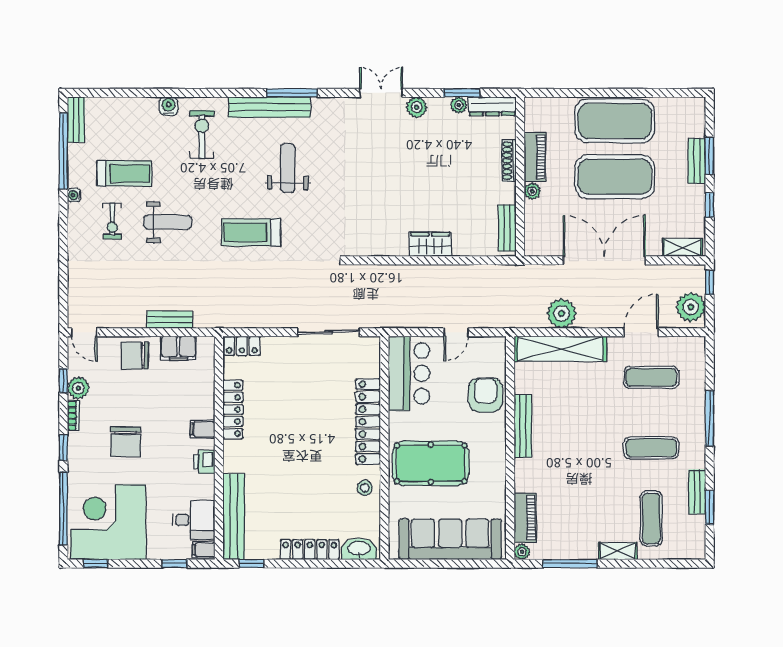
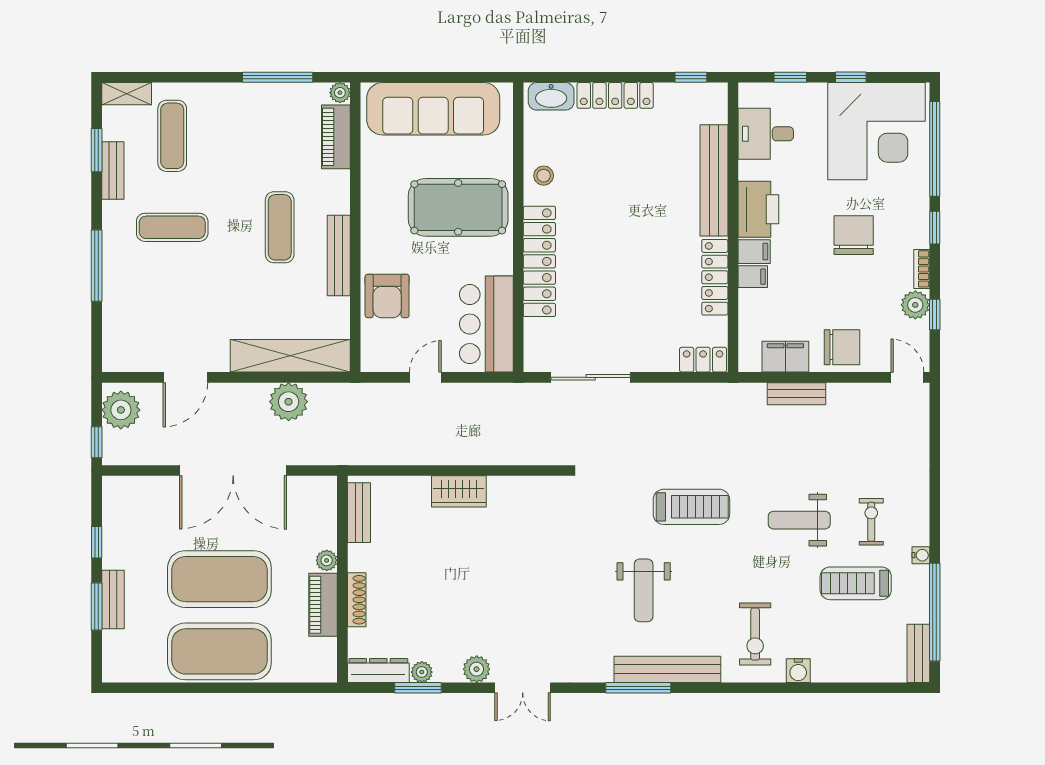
shelving: (683, 247) -> (132, 487), removed
exercise mat: (651, 377) -> (280, 227), moved, turned 90
printer: (204, 462) -> (758, 209), width x1.87, depth x1.48
bench: (234, 517) -> (714, 180), moved
filing cabinet: (204, 550) -> (753, 277), moved
shelving: (618, 551) -> (127, 94), moved
window: (96, 564) -> (851, 77), moved

